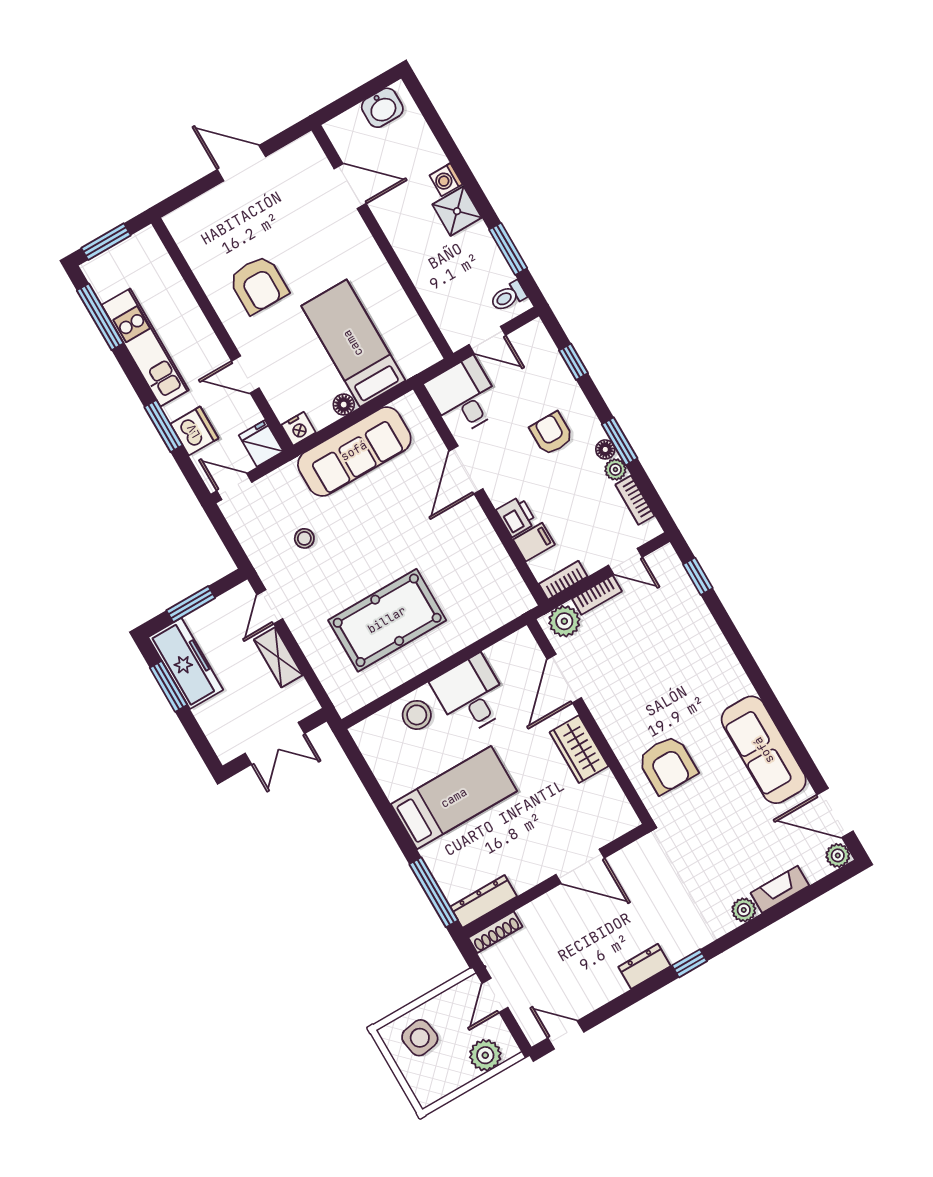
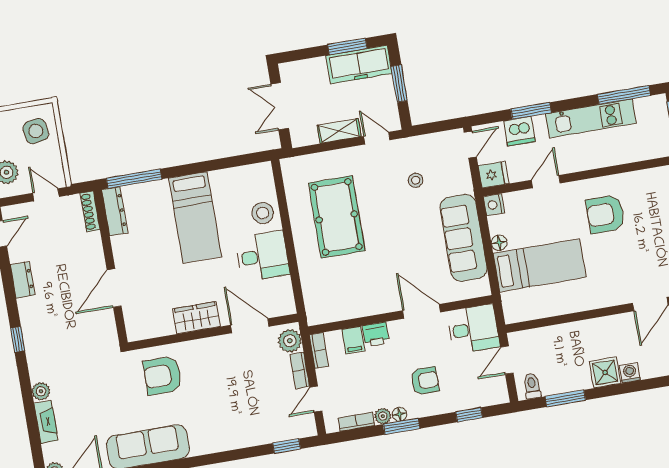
dresser: (644, 966) -> (23, 280), moved

